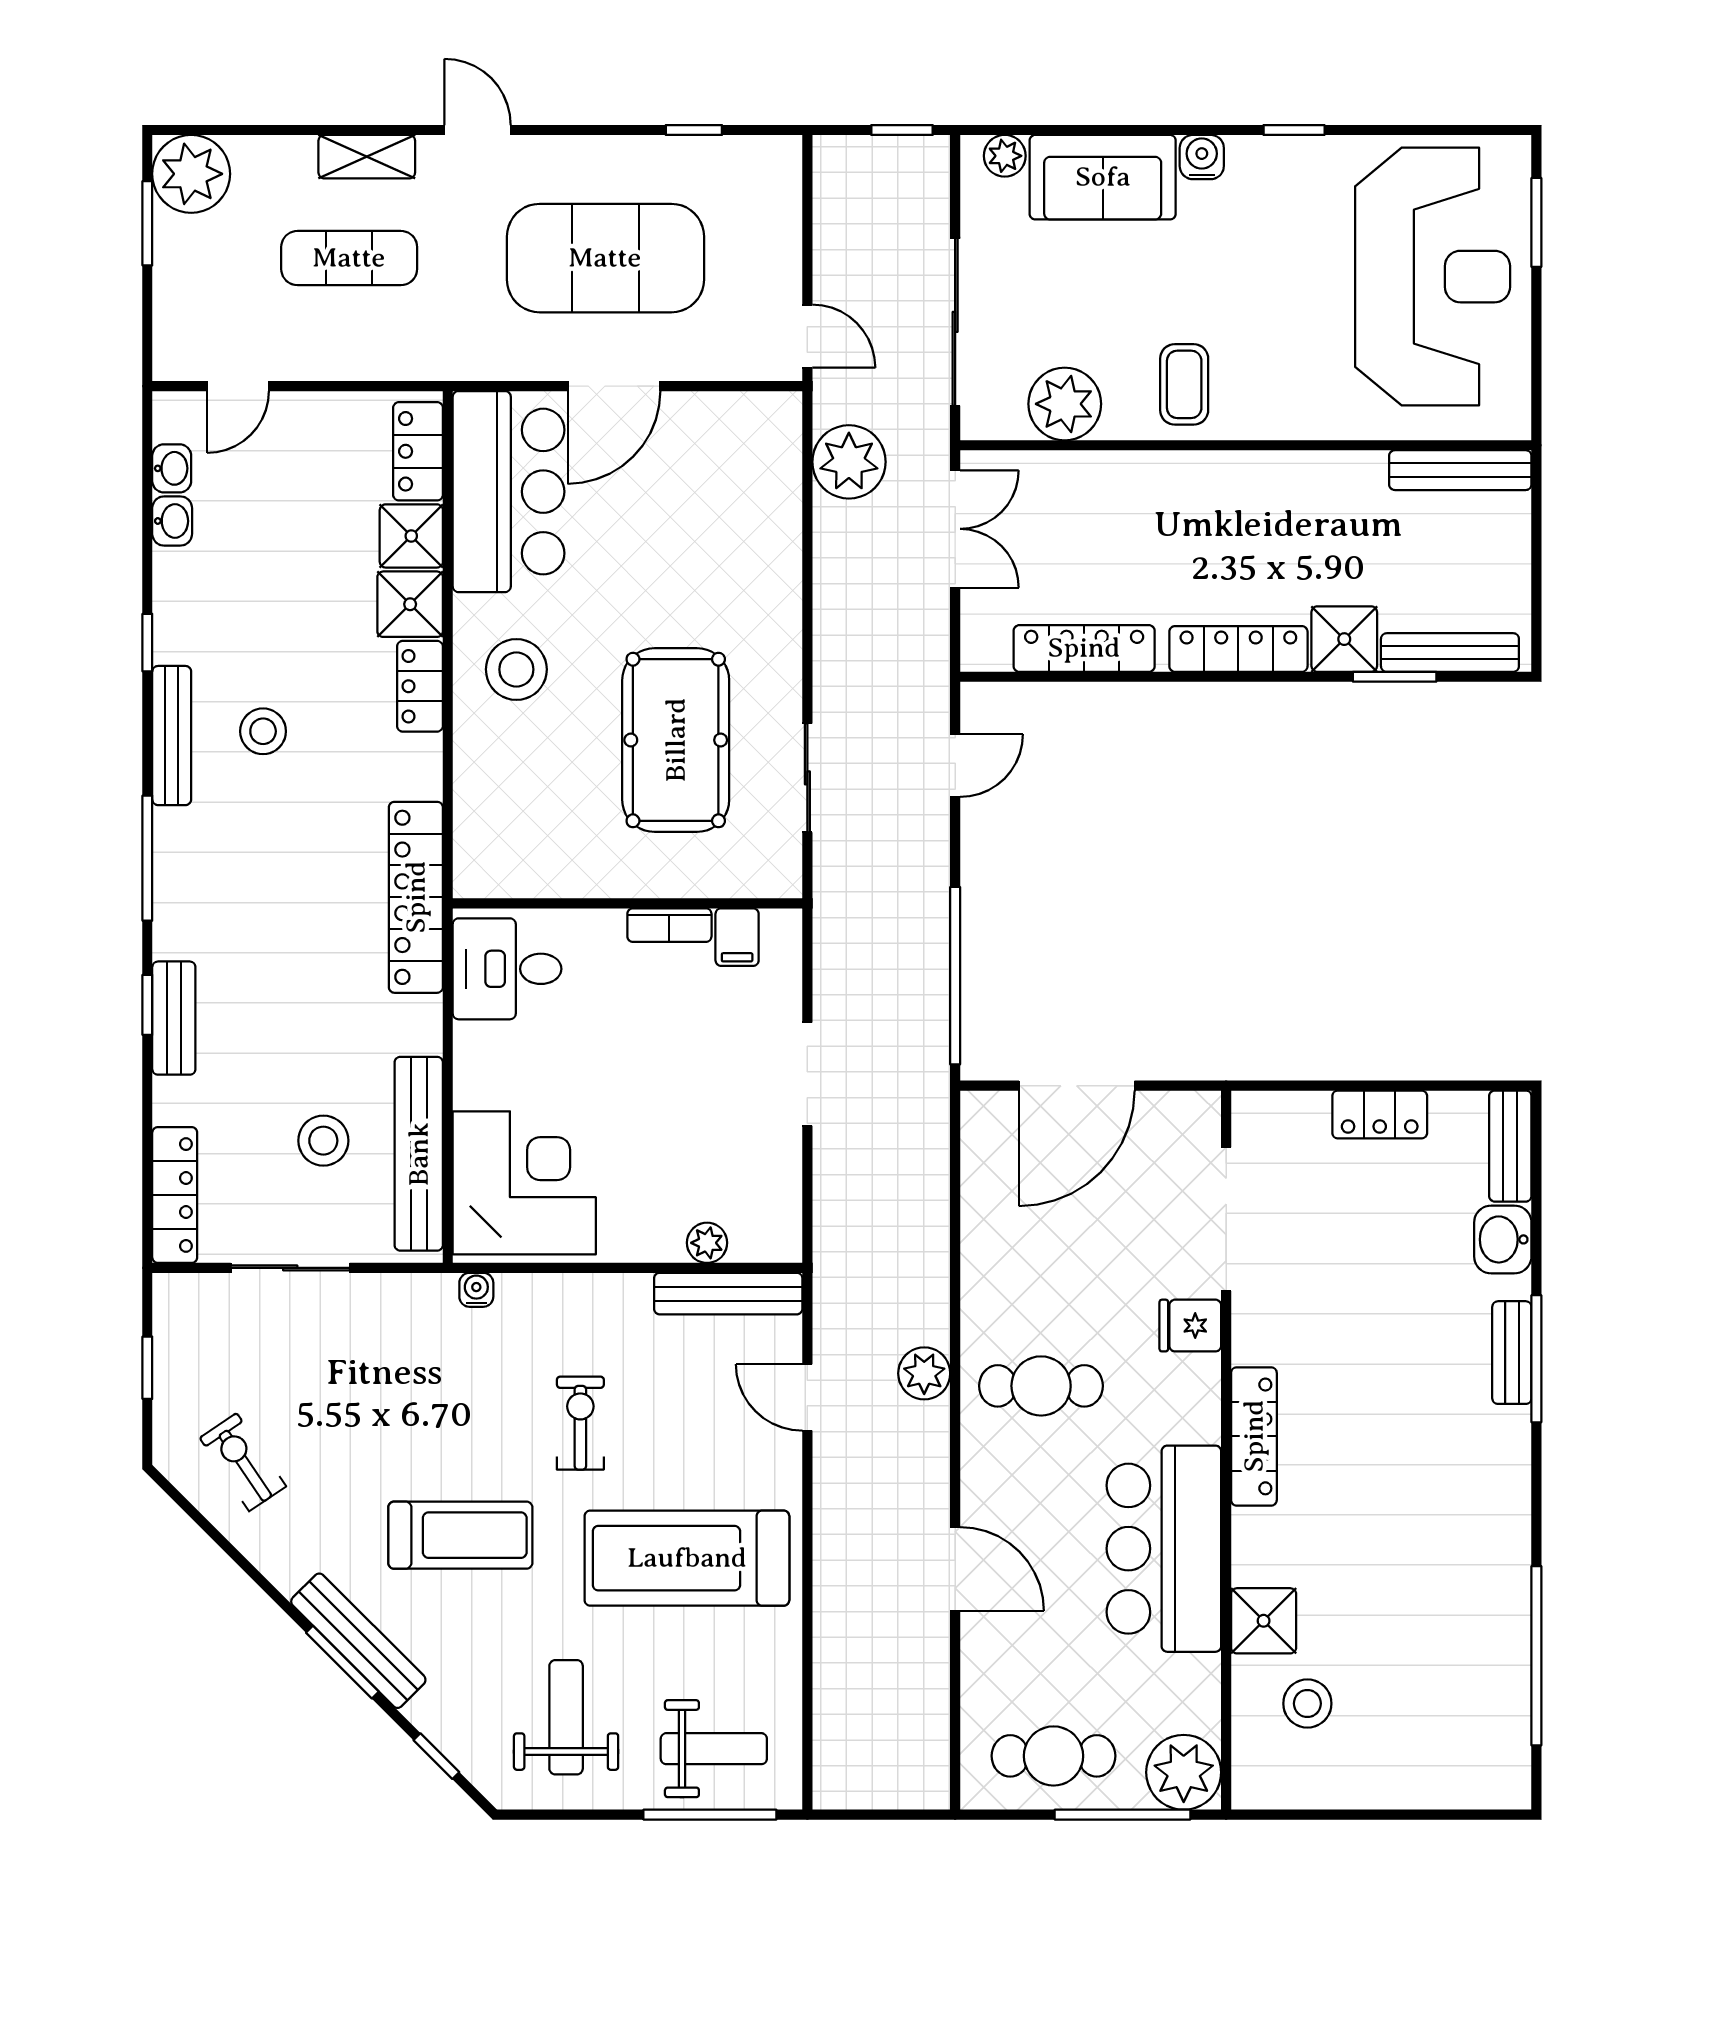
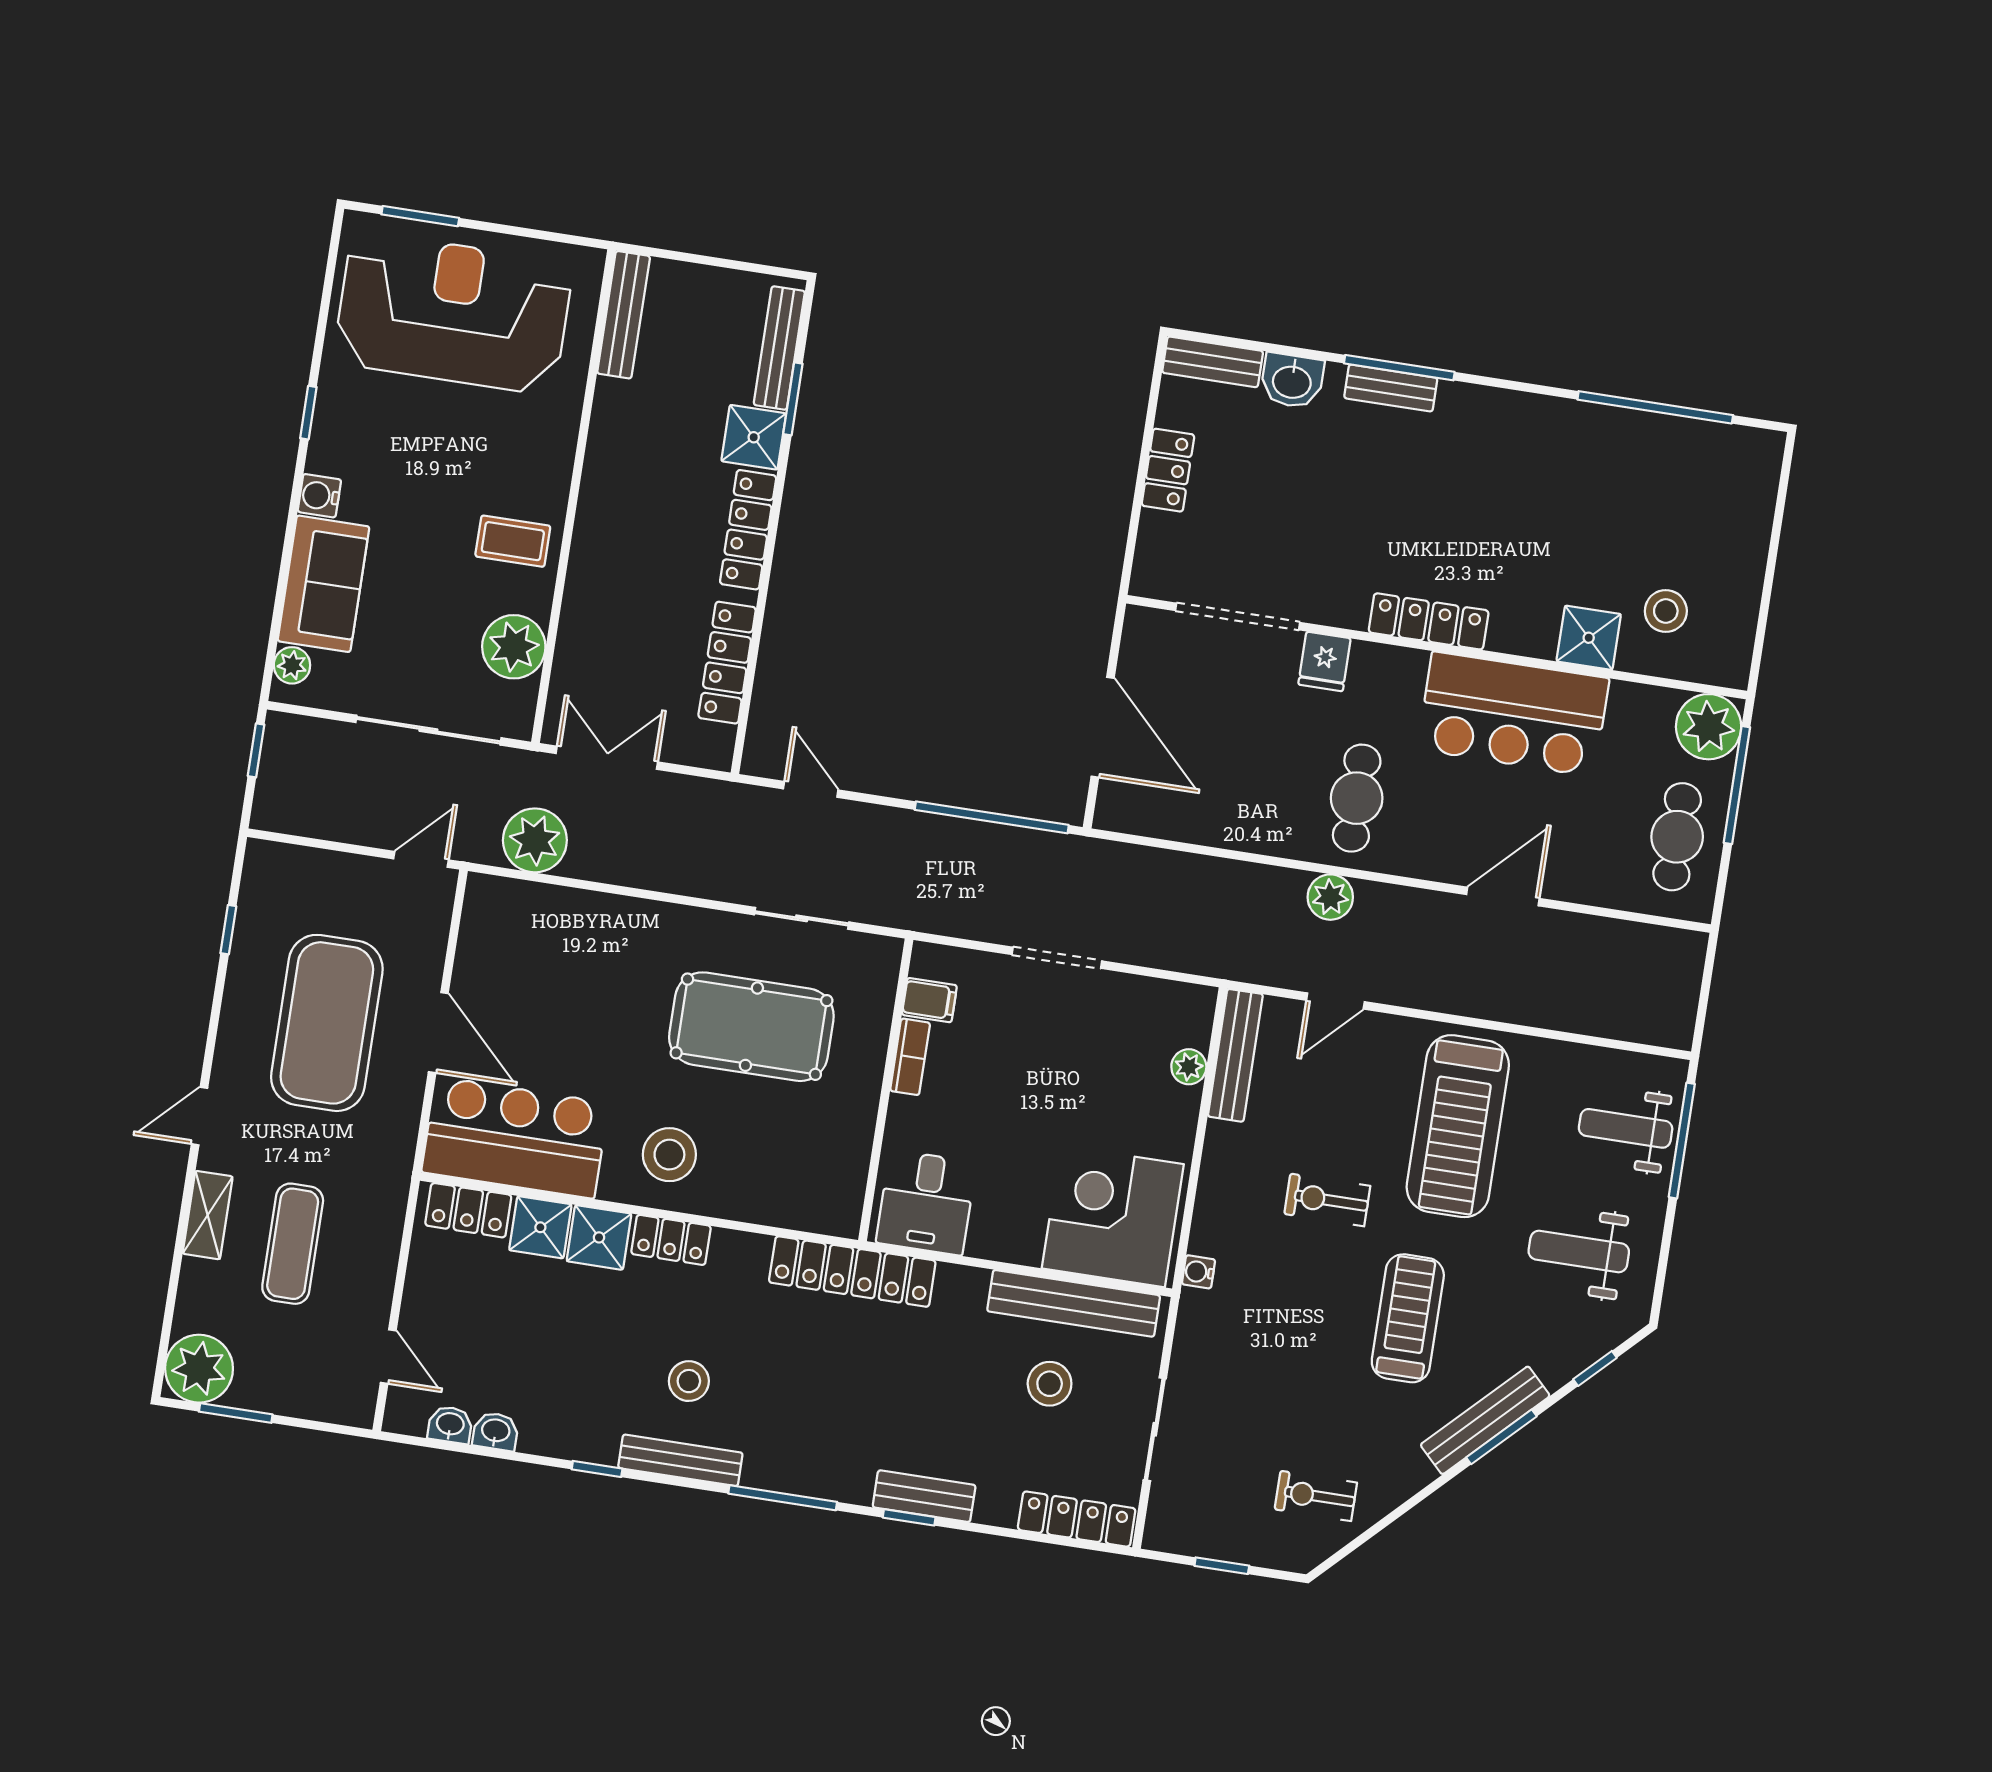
exercise bike: (243, 1462) -> (1316, 1496), turned 34
weight bench: (714, 1749) -> (1626, 1128), turned -90

